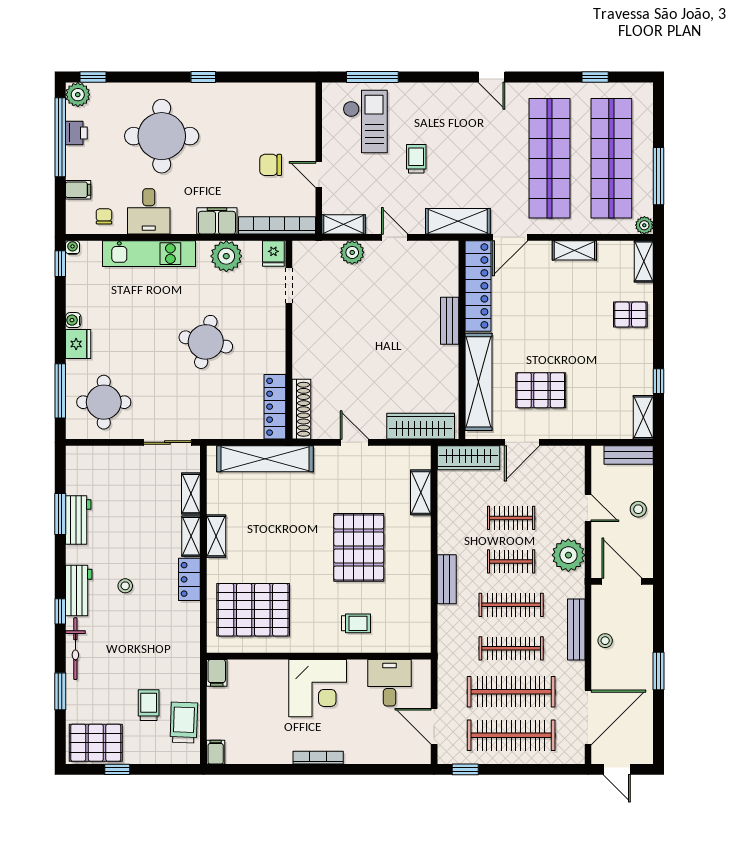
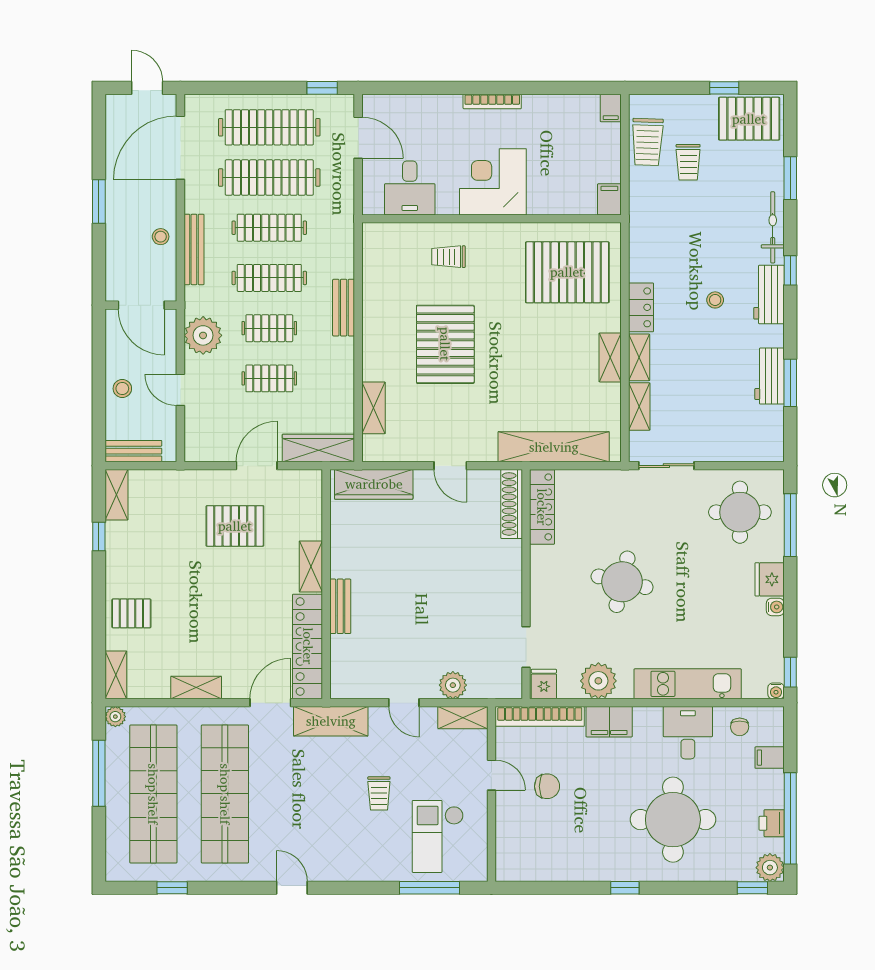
shelving: (478, 382) -> (311, 566), width x0.45, depth x0.75

